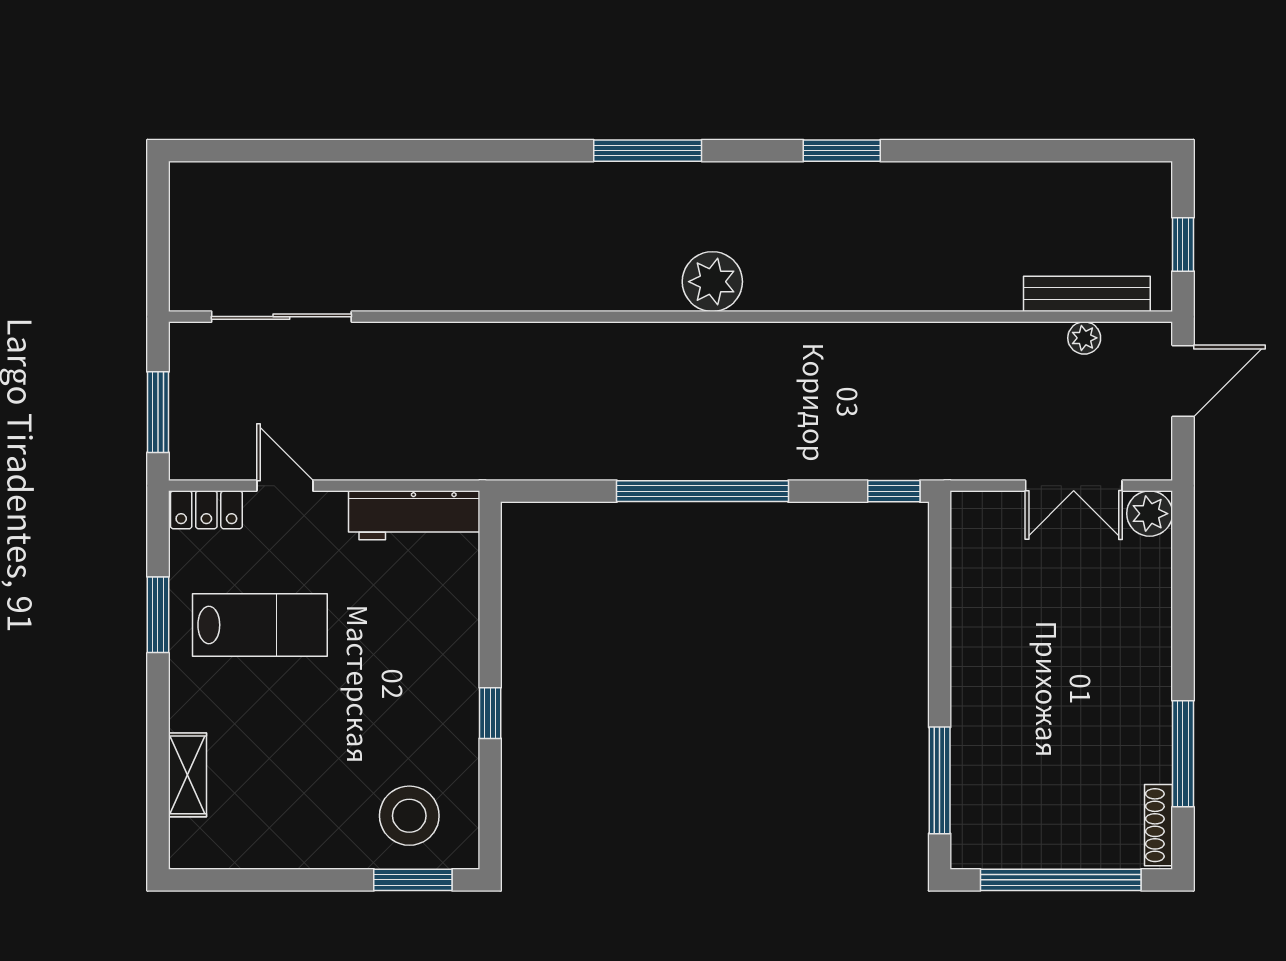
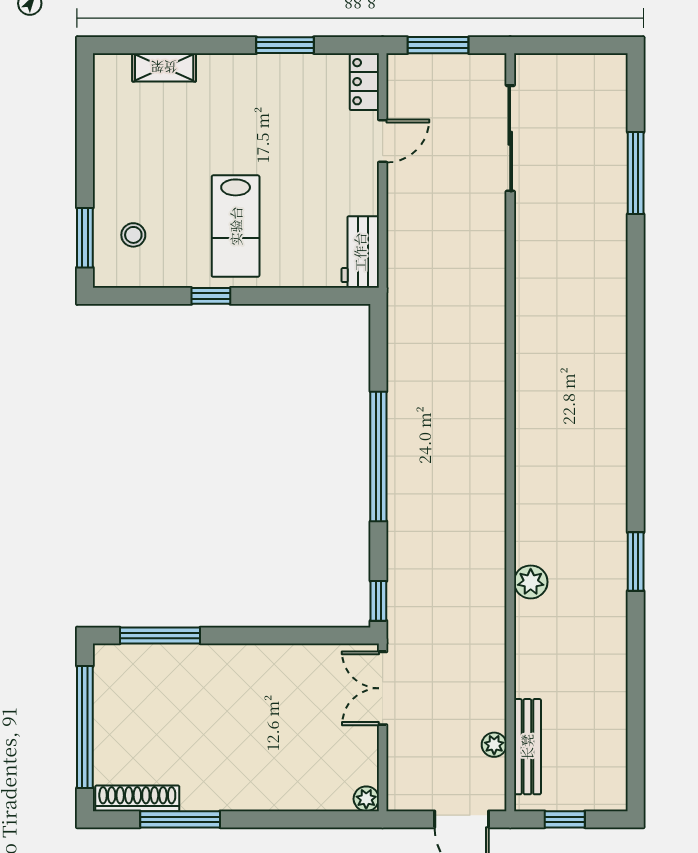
window: (648, 151) -> (636, 173), moved
plant: (712, 282) -> (531, 582), moved, width x0.73, depth x0.73
double door: (1074, 486) -> (383, 688), moved
plant: (1150, 514) -> (366, 799), width x0.73, depth x0.73
workbench: (414, 515) -> (360, 252), width x0.73
lab bench: (260, 625) -> (236, 226), moved
stool: (409, 816) -> (133, 235), width x0.53, depth x0.53
shoe rack: (1159, 825) -> (137, 798), width x1.36, depth x1.24

